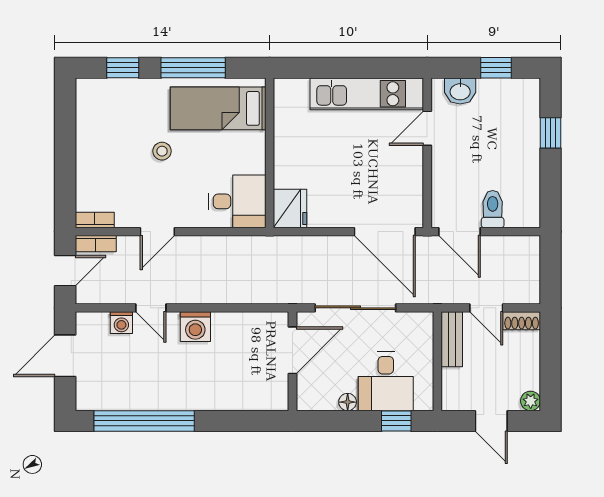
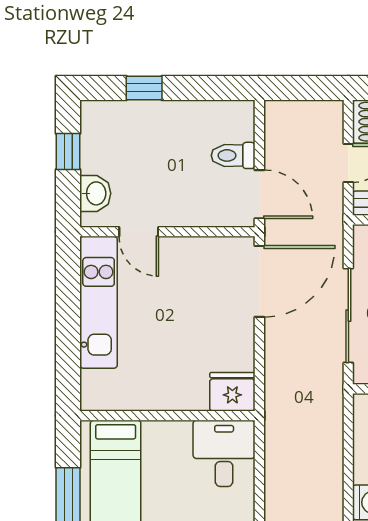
door: (459, 232) -> (259, 194), hinge flipped

